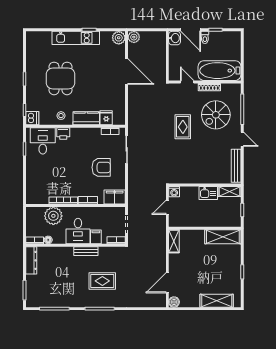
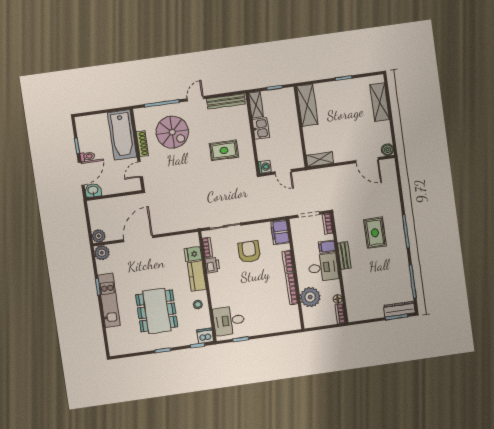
dining table: (61, 78) -> (157, 311), width x1.38
rug: (183, 127) -> (224, 150), moved
printer: (63, 133) -> (212, 265), moved
dresser: (31, 260) -> (399, 309), moved

